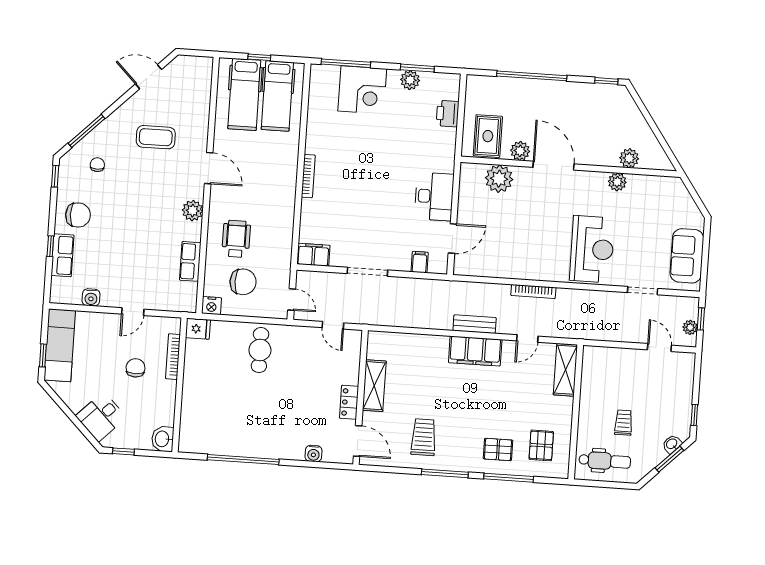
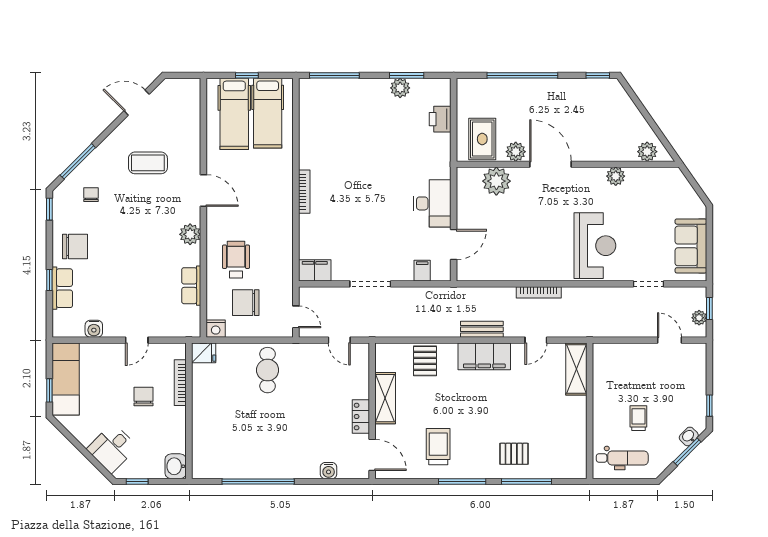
corner desk: (362, 90) -> (353, 101), removed
plant: (629, 158) -> (647, 152), moved
chair: (243, 282) -> (246, 303), turned 180
pallet: (541, 445) -> (425, 361), moved

